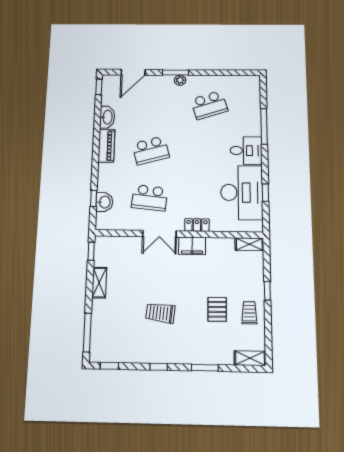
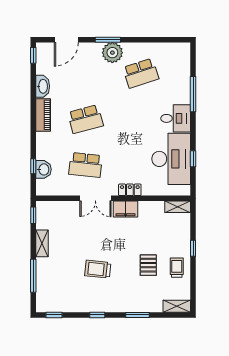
plant: (180, 80) -> (112, 53), width x1.88, depth x1.88
window: (87, 333) -> (33, 276), moved

